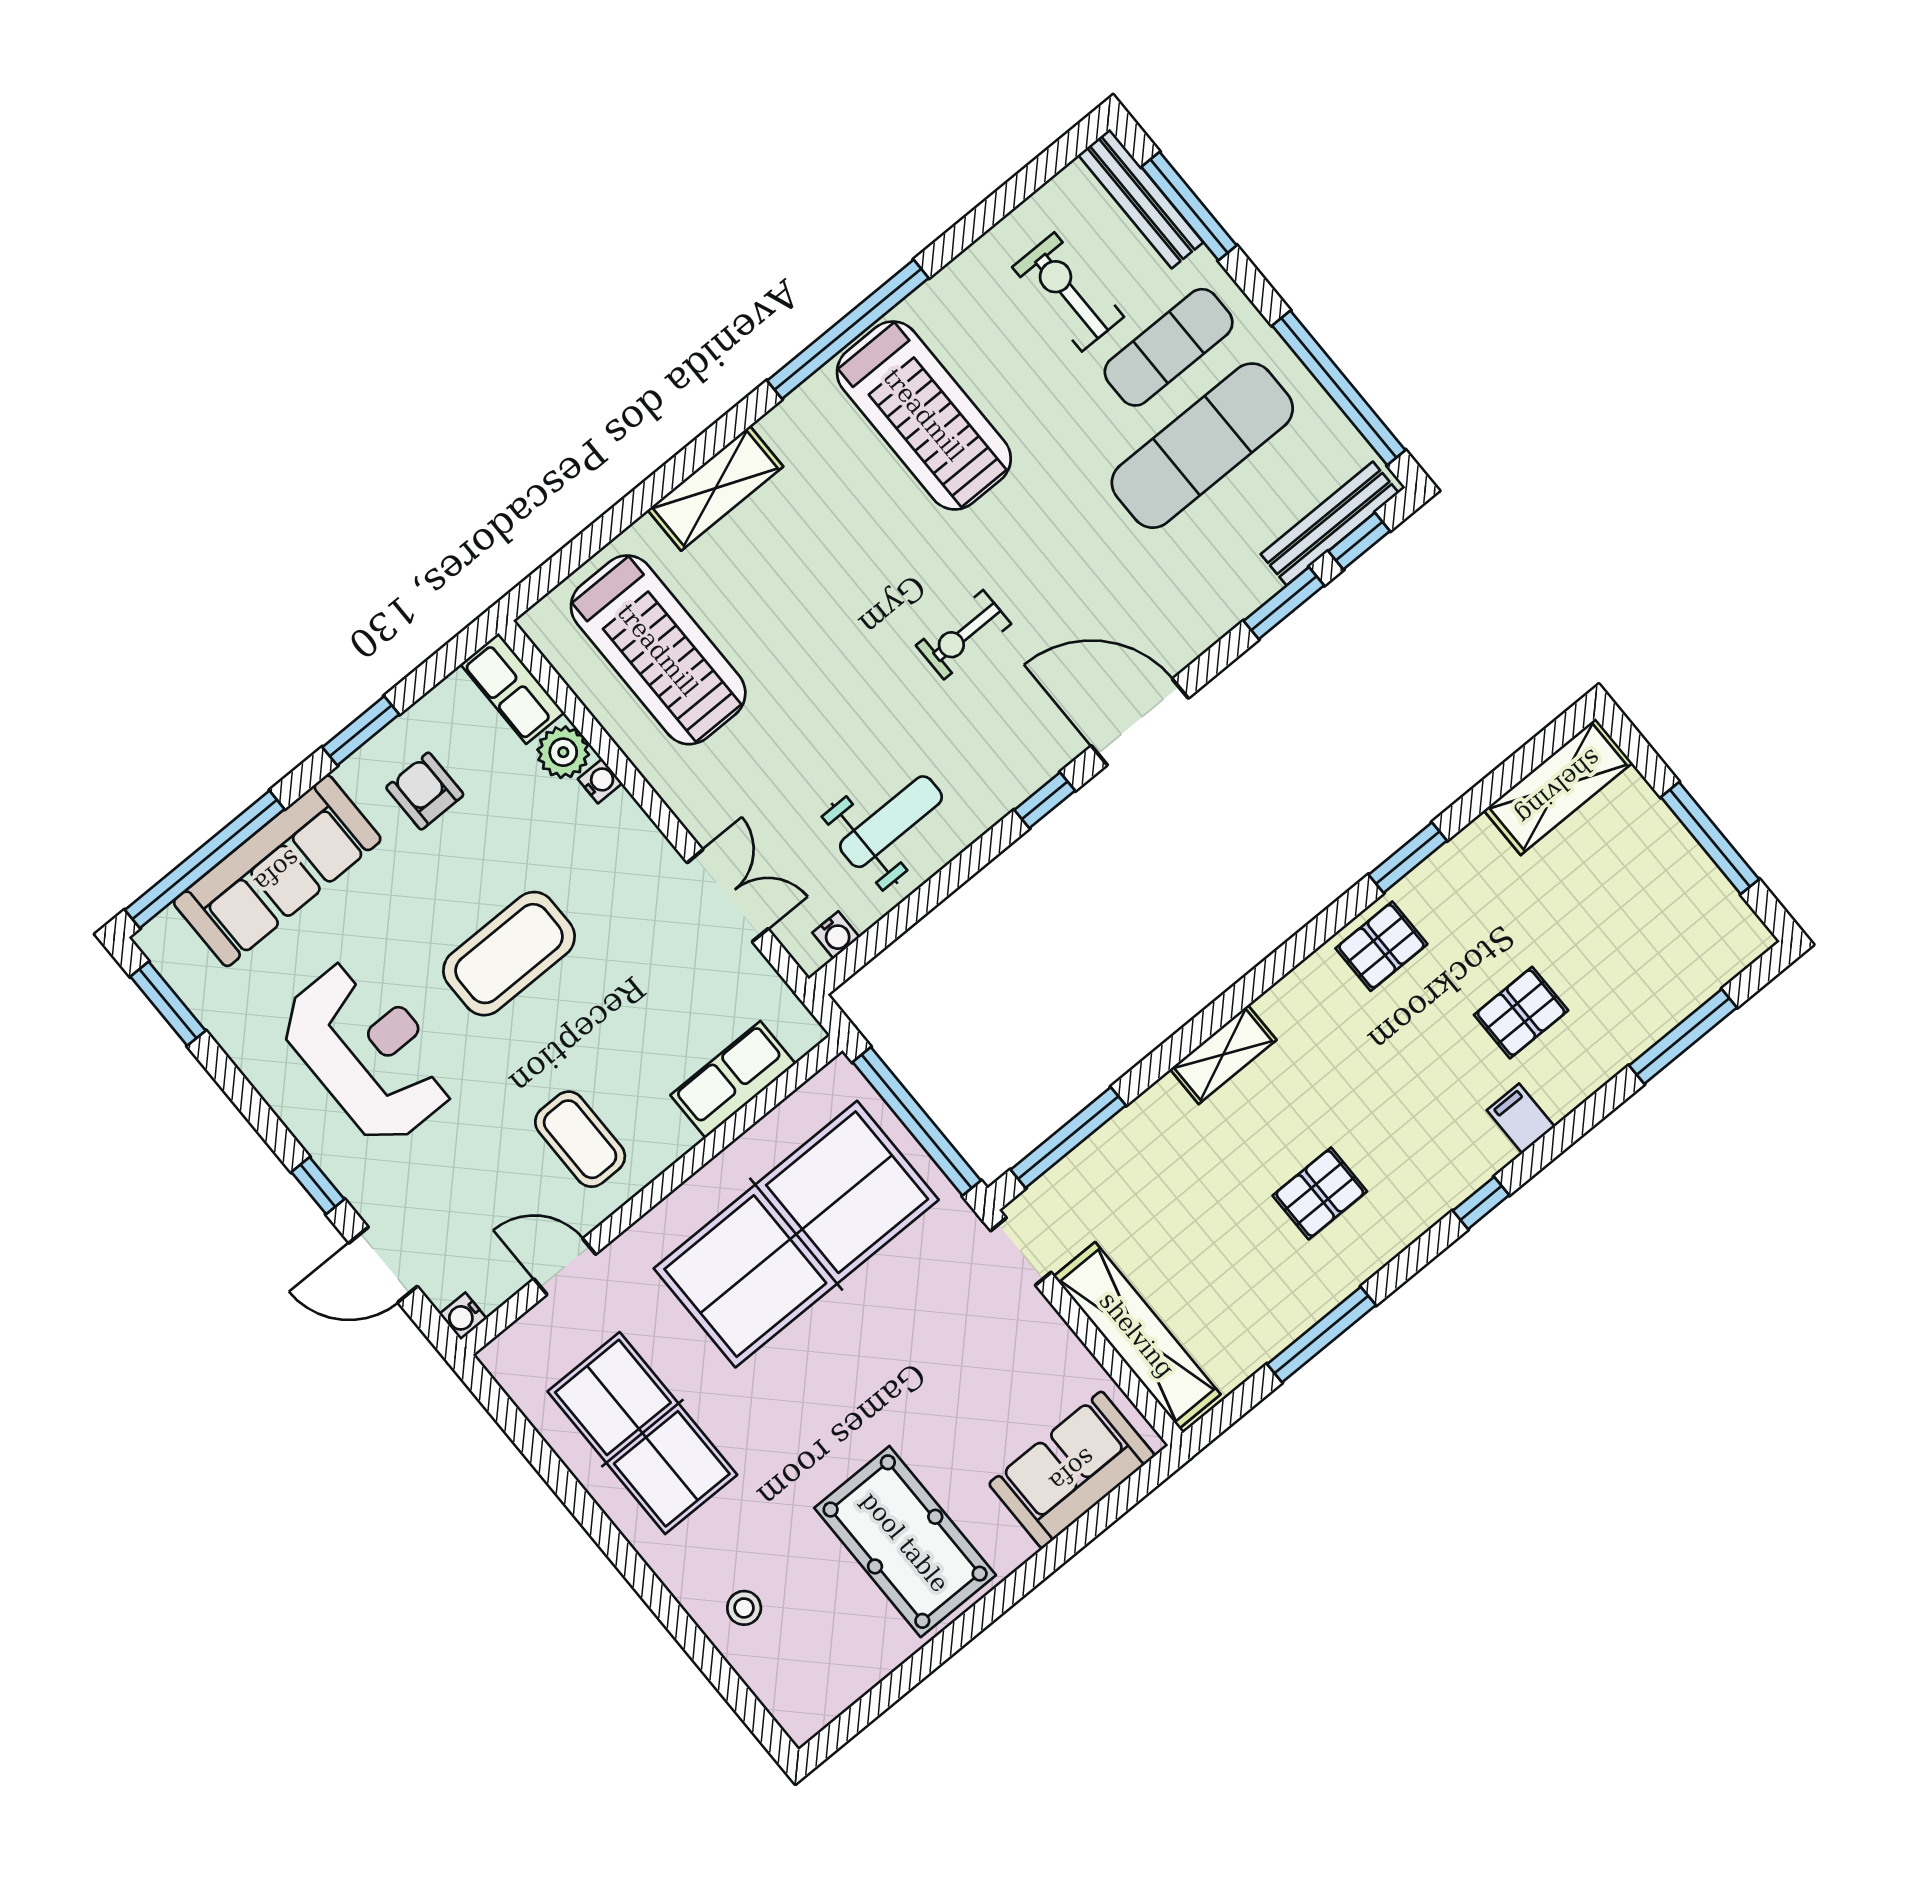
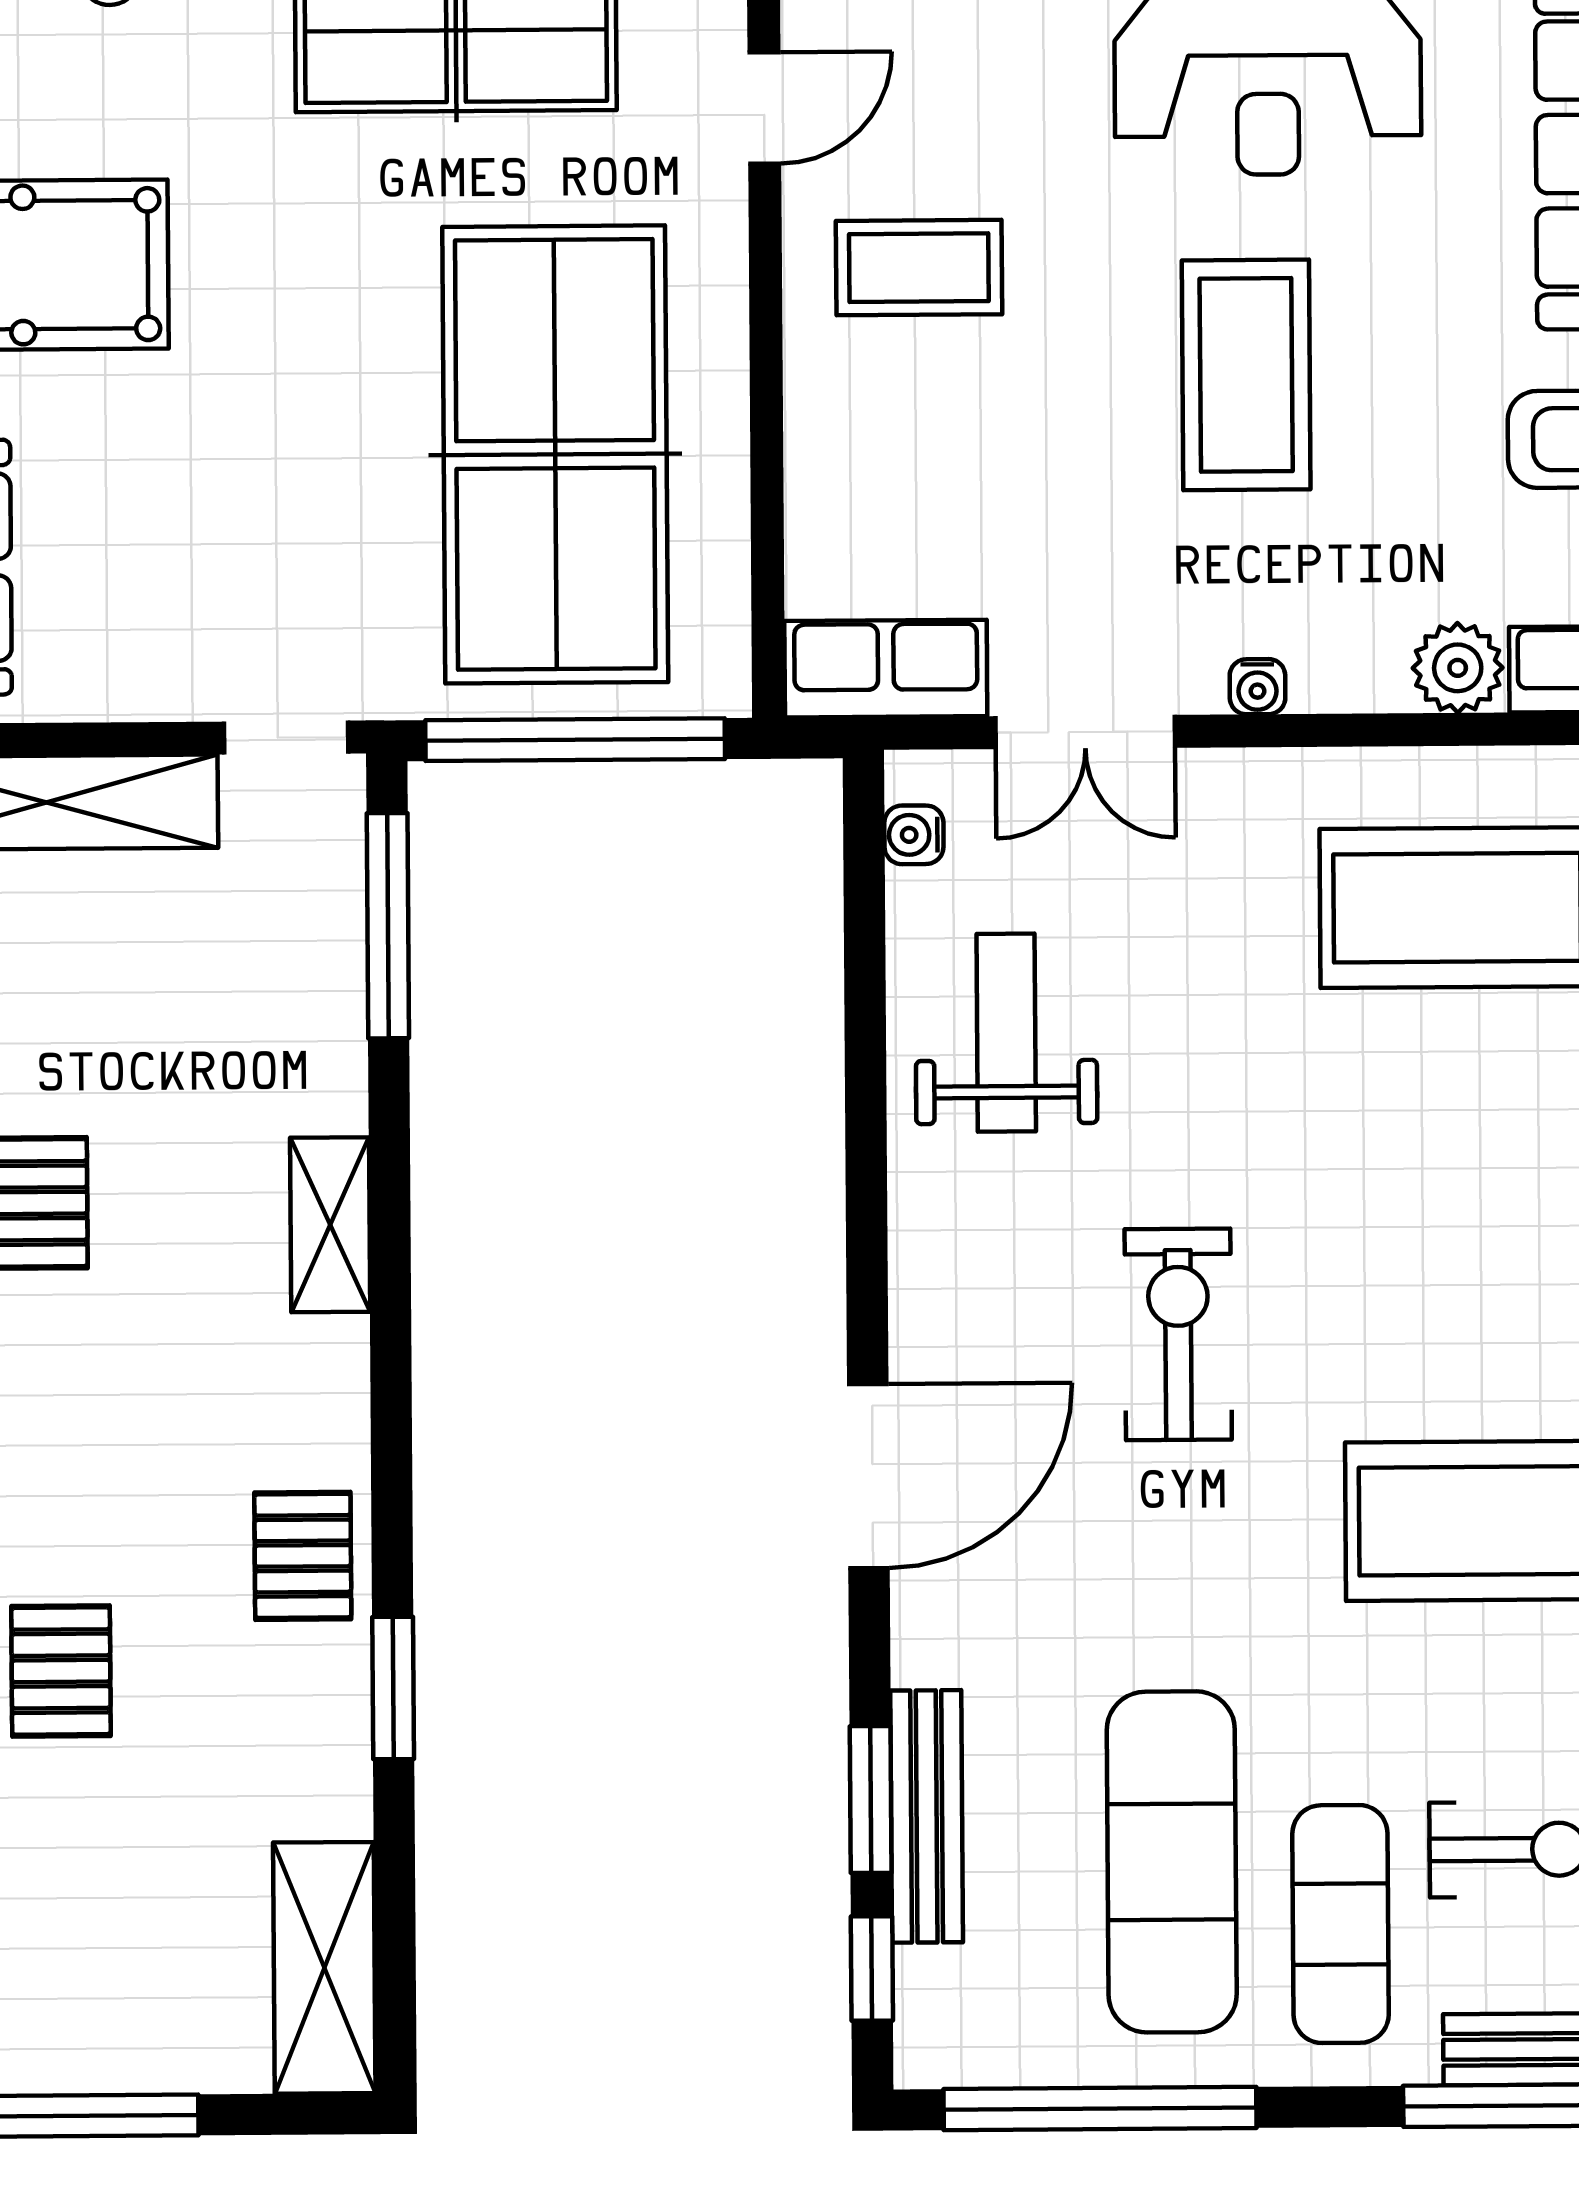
bench: (1330, 524) -> (927, 1816), moved
exercise bike: (964, 635) -> (1178, 1334), width x1.38, depth x1.39
water cooler: (600, 781) -> (1257, 687), moved
window: (1045, 800) -> (867, 1263), removed
weight bench: (891, 822) -> (1006, 1033), turned 180
row of seats: (733, 1079) -> (886, 669), moved, turned -90

